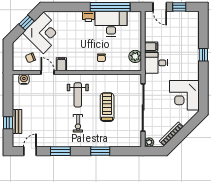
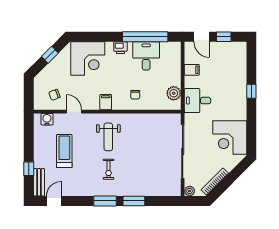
desk: (111, 24) -> (146, 56), width x0.73
corner desk: (43, 33) -> (88, 59), moved, turned 45
filing cabinet: (151, 47) -> (192, 70), moved
filing cabinet: (61, 64) -> (106, 102), moved
treadmill: (107, 107) -> (64, 151), moved
bench: (17, 121) -> (39, 182), moved
window: (60, 151) -> (105, 201), moved

